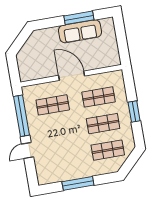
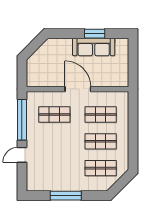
window: (79, 18) -> (95, 34), width x0.69
window: (134, 112) -> (133, 135), removed

